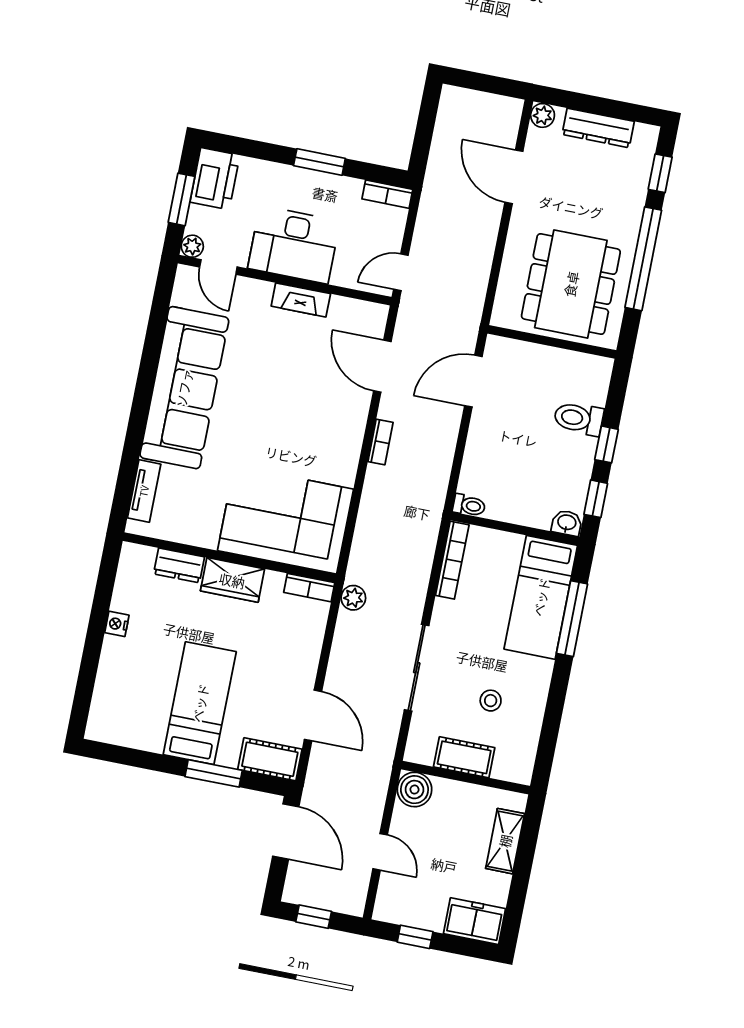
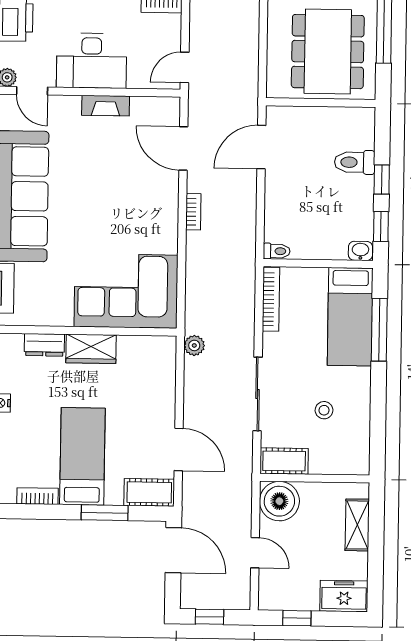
bookcase: (309, 588) -> (37, 496), moved, turned 180
cot: (464, 757) -> (284, 461), moved
boiler: (414, 790) -> (279, 501), width x1.37, depth x1.37

